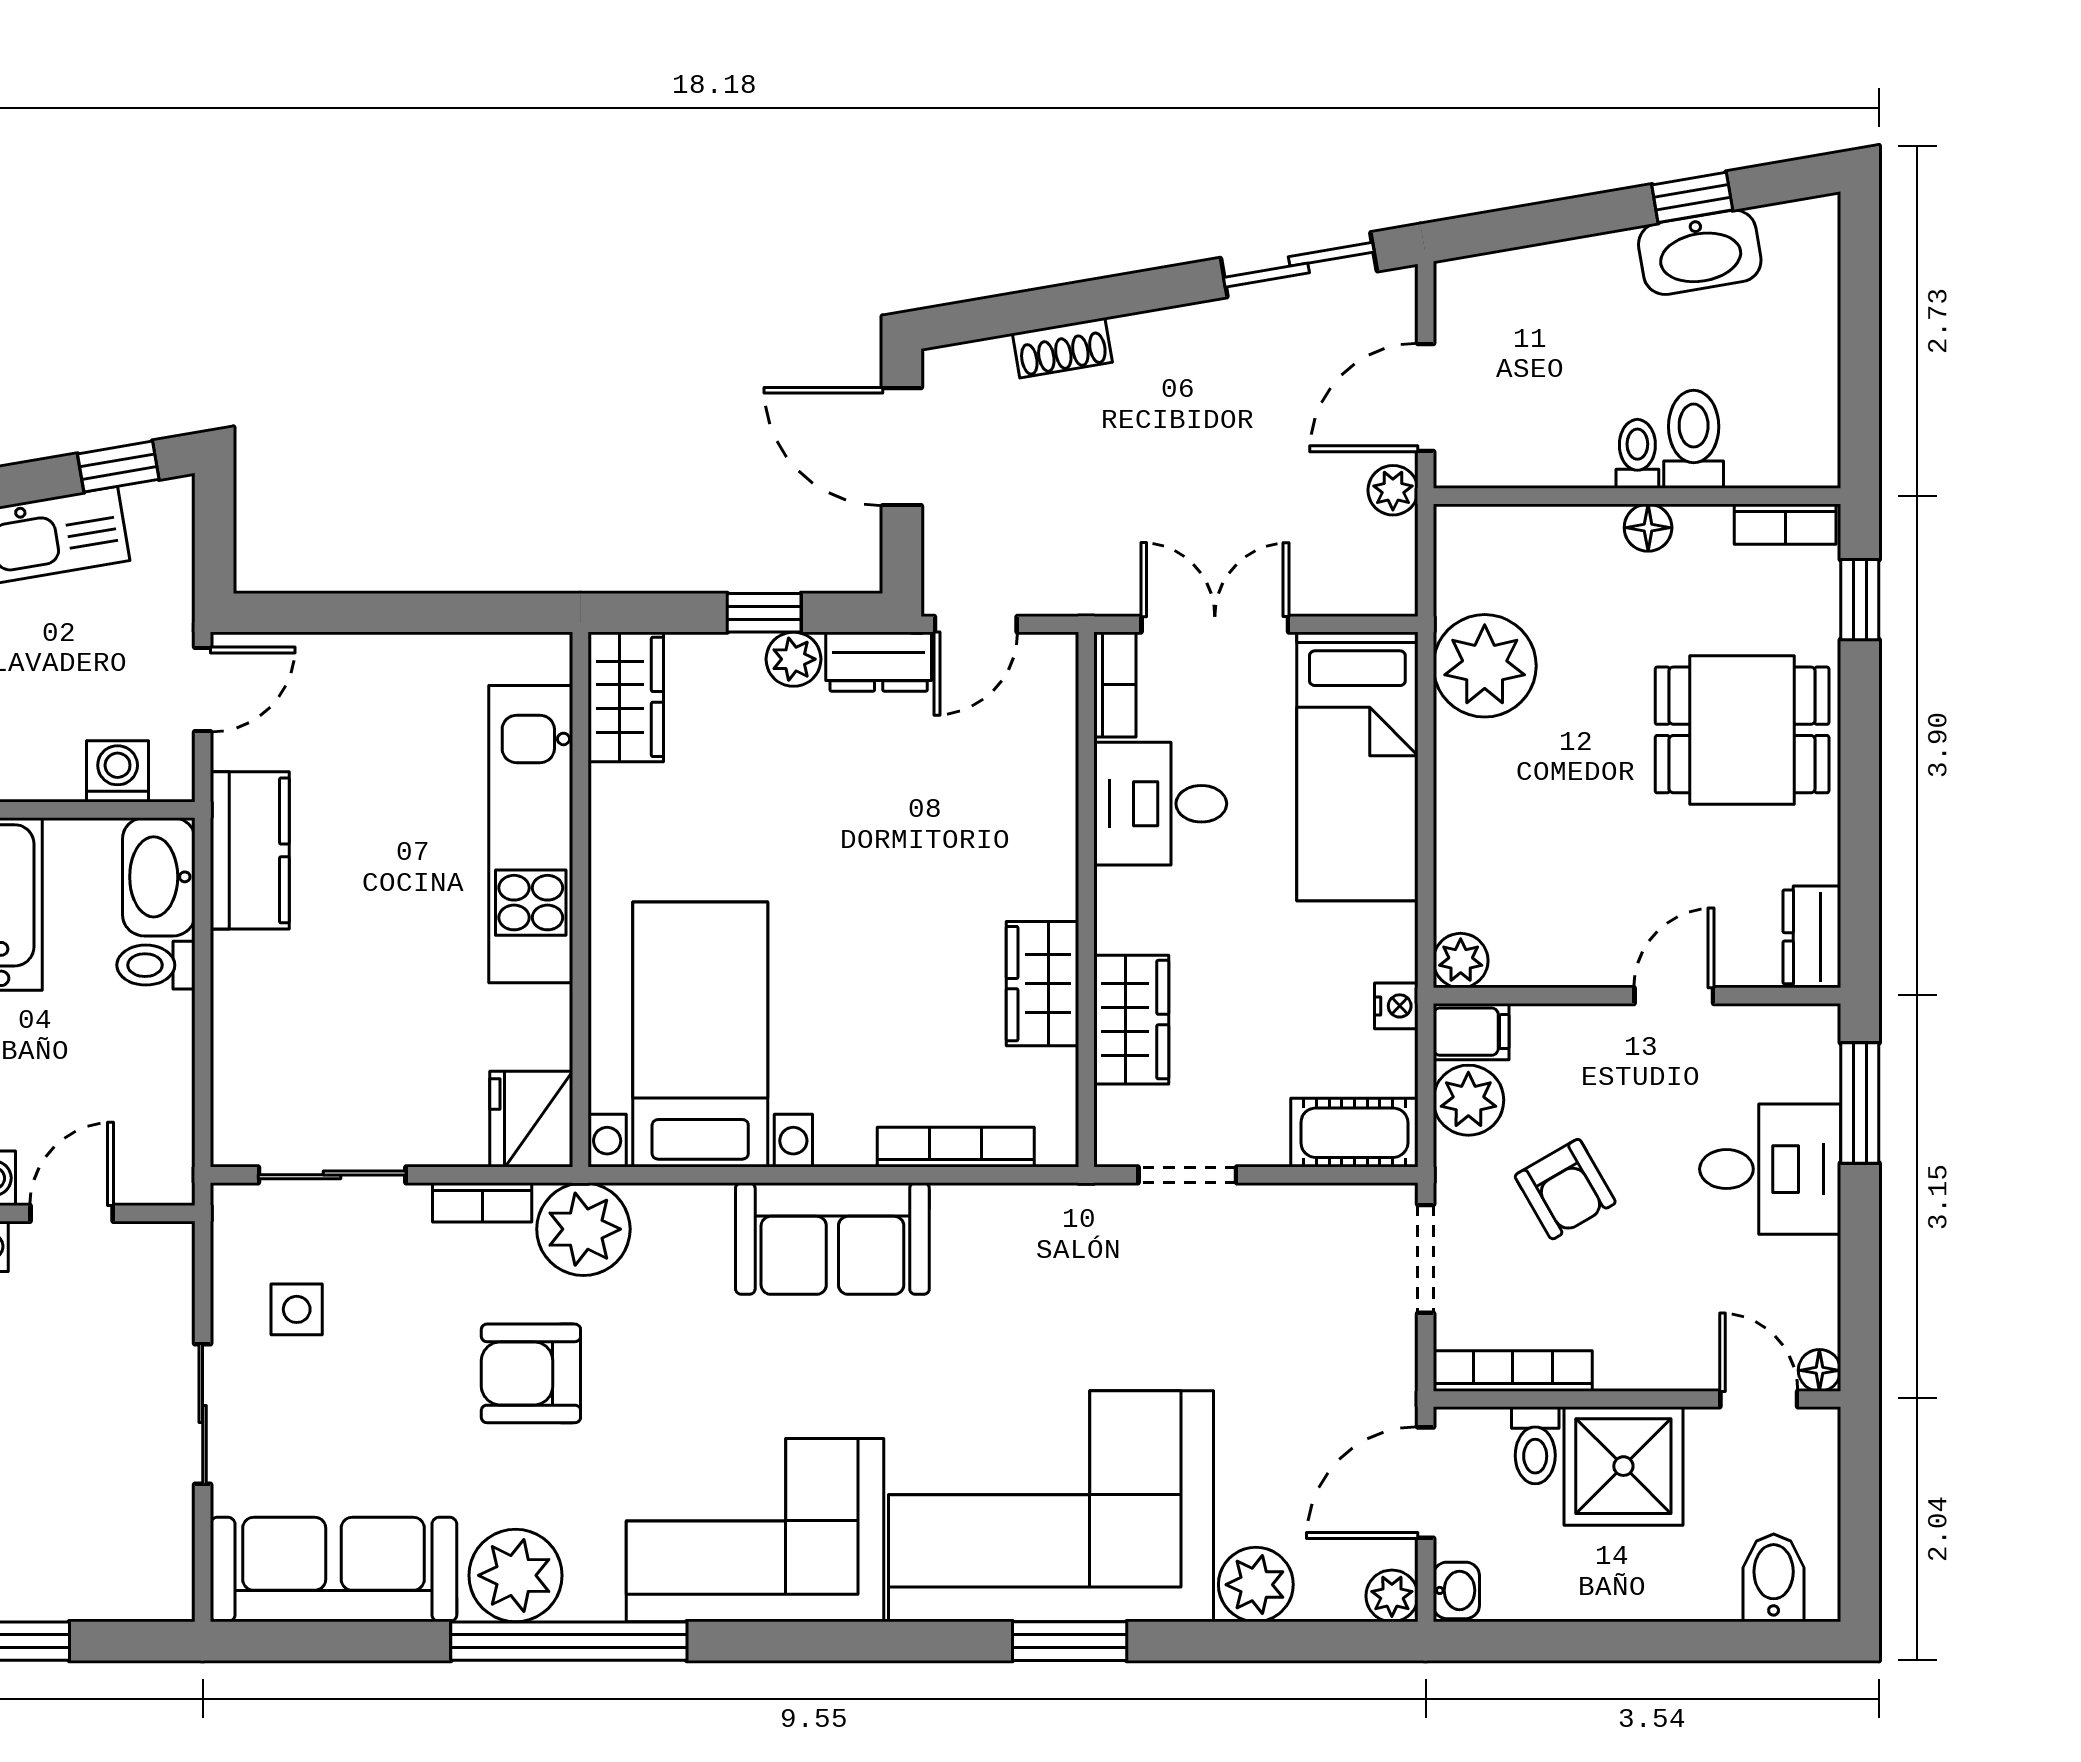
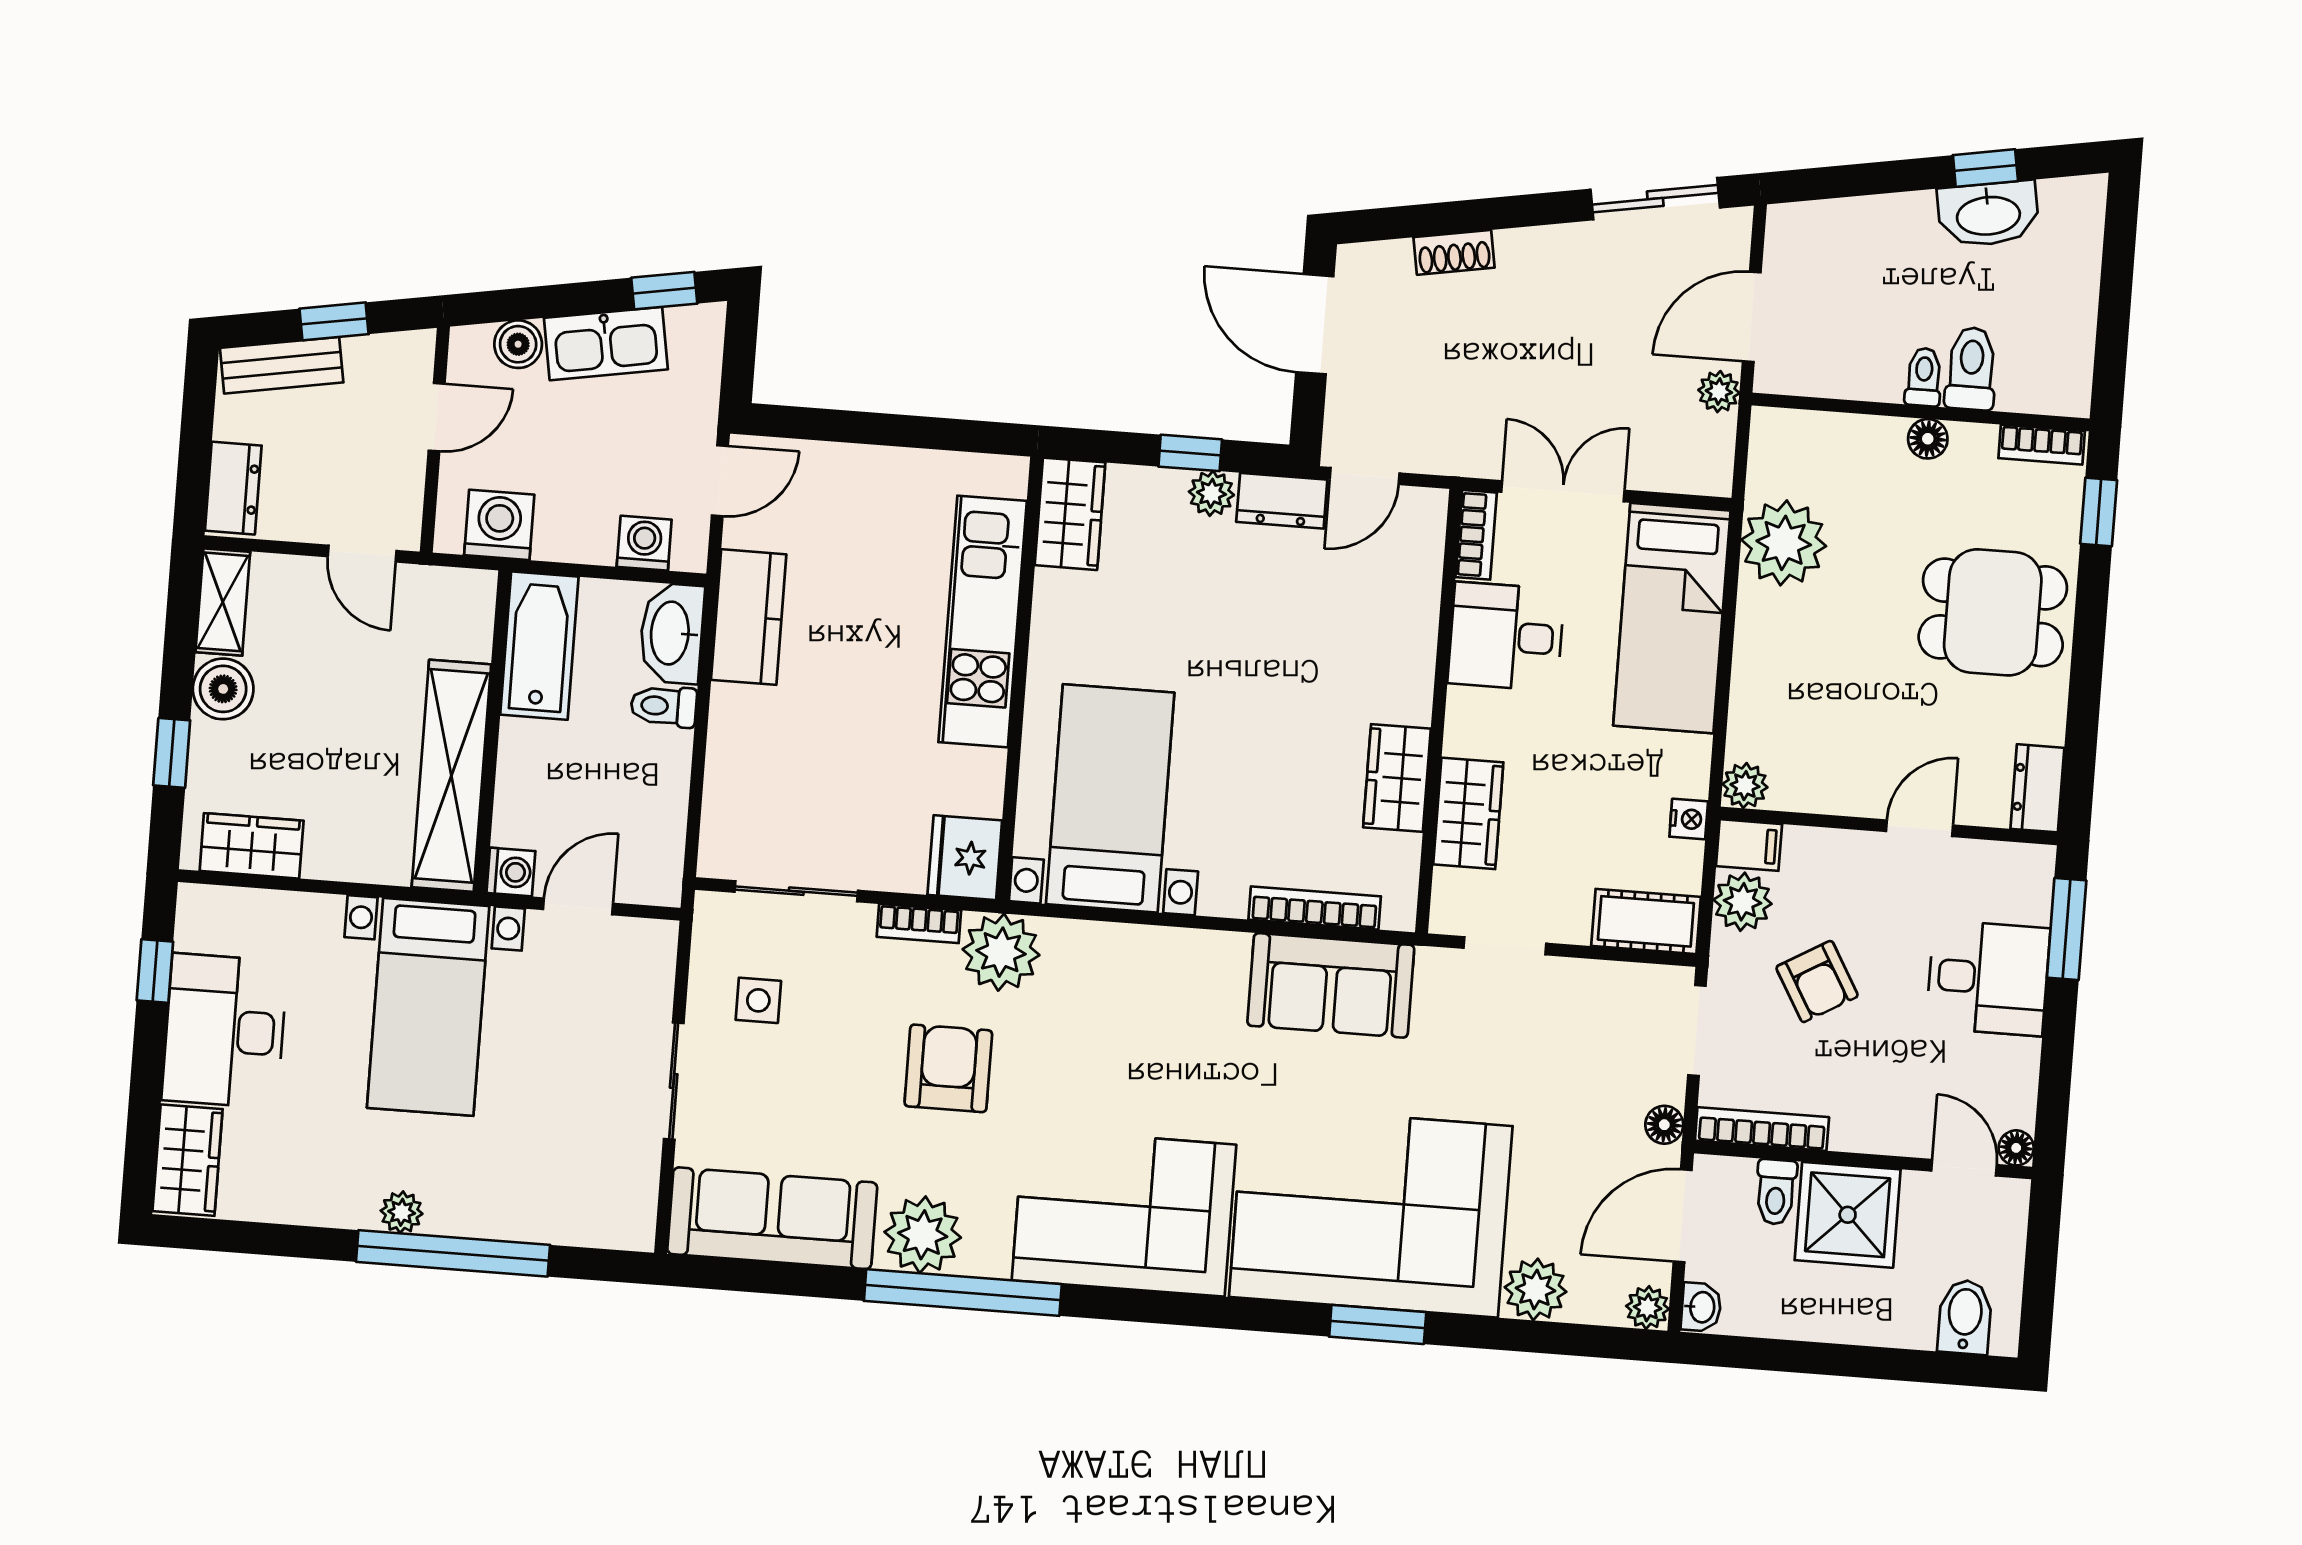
sofa: (832, 1239) -> (1331, 985), moved
armchair: (531, 1373) -> (948, 1068), turned 90
floor lamp: (1395, 1375) -> (1664, 1125), added

